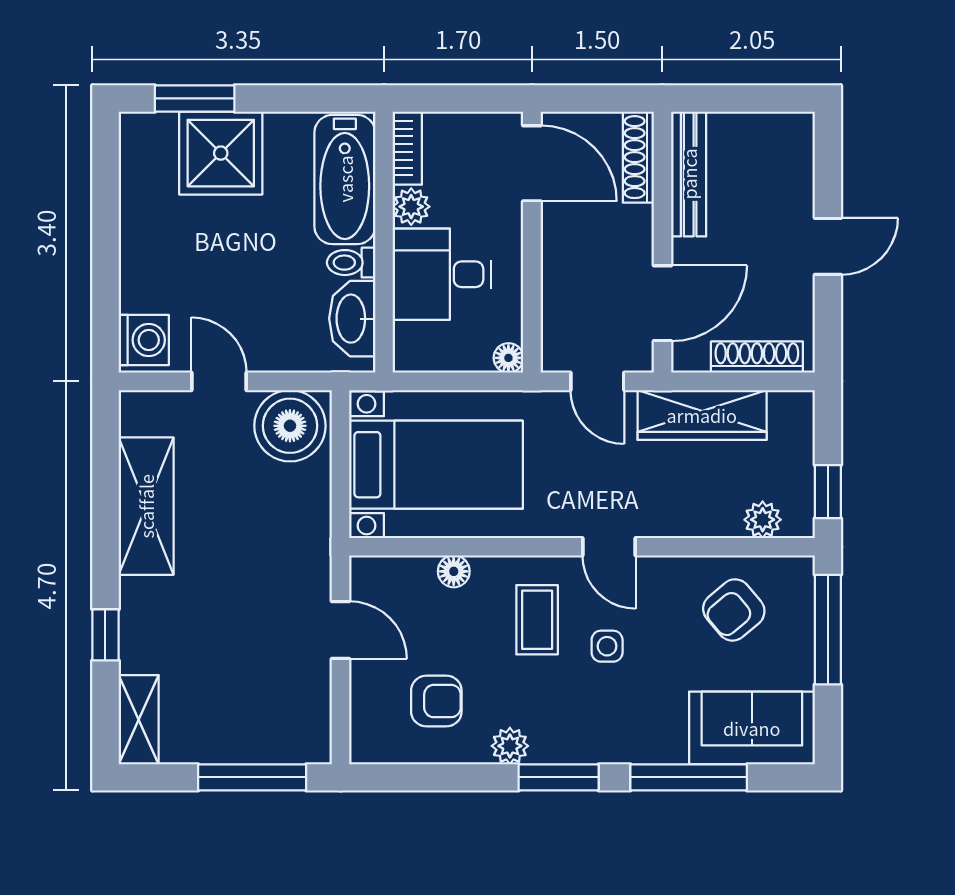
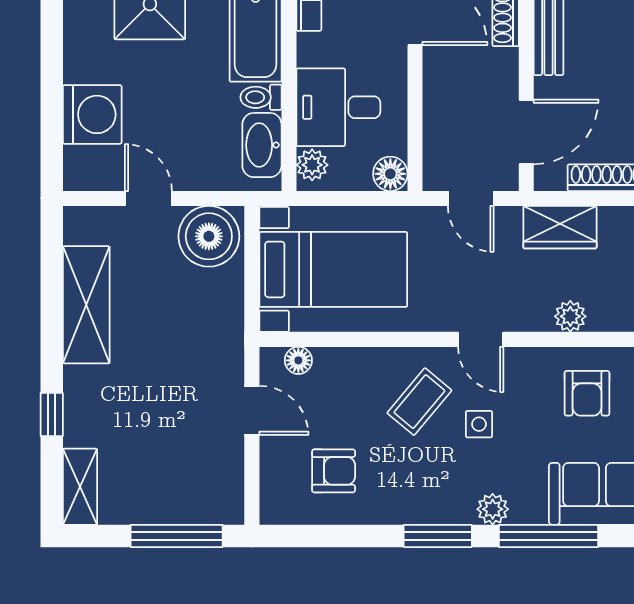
plant: (411, 207) -> (312, 165), moved
washing machine: (144, 340) -> (92, 114), moved, width x1.37, depth x1.37
floor lamp: (508, 358) -> (390, 174), width x1.37, depth x1.37
wardrobe: (702, 415) -> (560, 227), width x0.67
plant: (763, 520) -> (570, 316), moved
floor lamp: (454, 571) -> (298, 360), moved
armchair: (734, 610) -> (587, 393), turned -50
coffee table: (537, 620) -> (419, 402), turned 40
plant: (510, 746) -> (493, 509), moved

